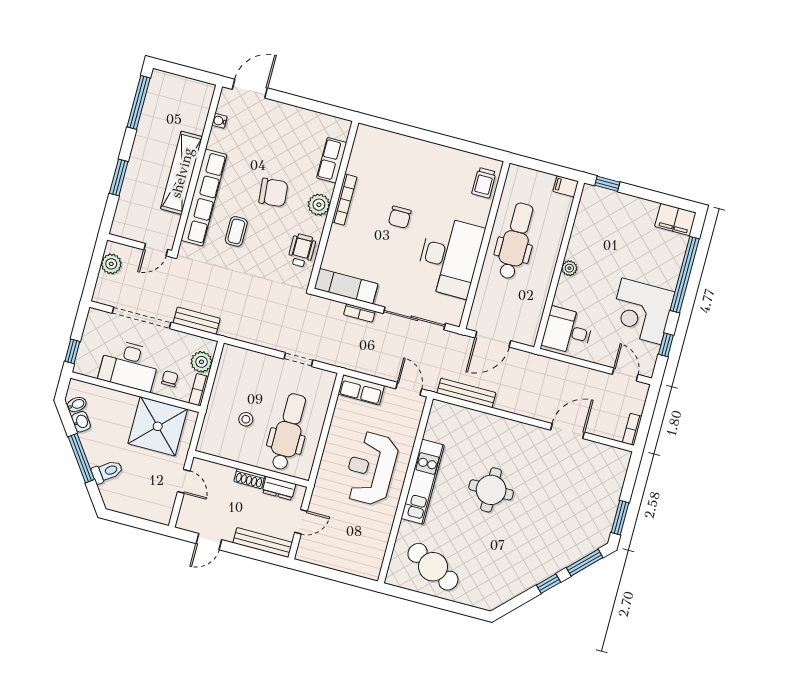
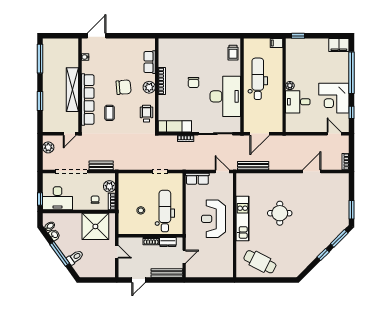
desk: (568, 331) -> (298, 102), moved
desk: (129, 365) -> (57, 198), moved

